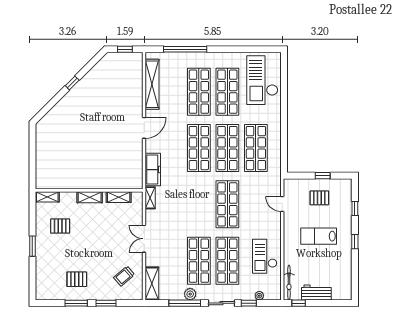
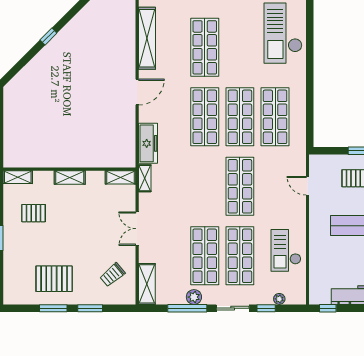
shop shelf: (227, 92) -> (240, 47), removed
shelving: (119, 197) -> (120, 177), moved
pallet: (77, 279) -> (54, 279), width x1.50, depth x1.42
bicycle: (289, 283) -> (316, 283), removed

